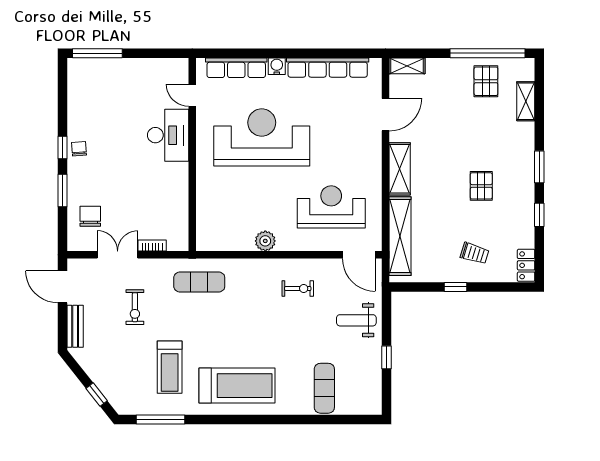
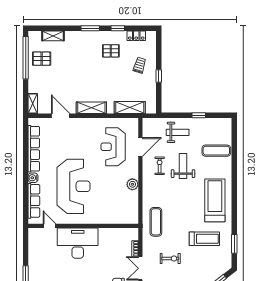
door: (192, 95) -> (50, 226), swing flipped
desk: (168, 135) -> (78, 243), width x1.36, depth x1.30
reception desk: (262, 137) -> (74, 186), turned 180
pallet: (481, 186) -> (111, 51), moved
shelving: (400, 236) -> (130, 108), width x0.68
door: (359, 255) -> (140, 147), moved
locker: (526, 265) -> (136, 36), moved
weight bench: (356, 320) -> (178, 132), turned -90
weight bench: (297, 330) -> (183, 166), added
window: (161, 420) -> (234, 244), width x0.69

